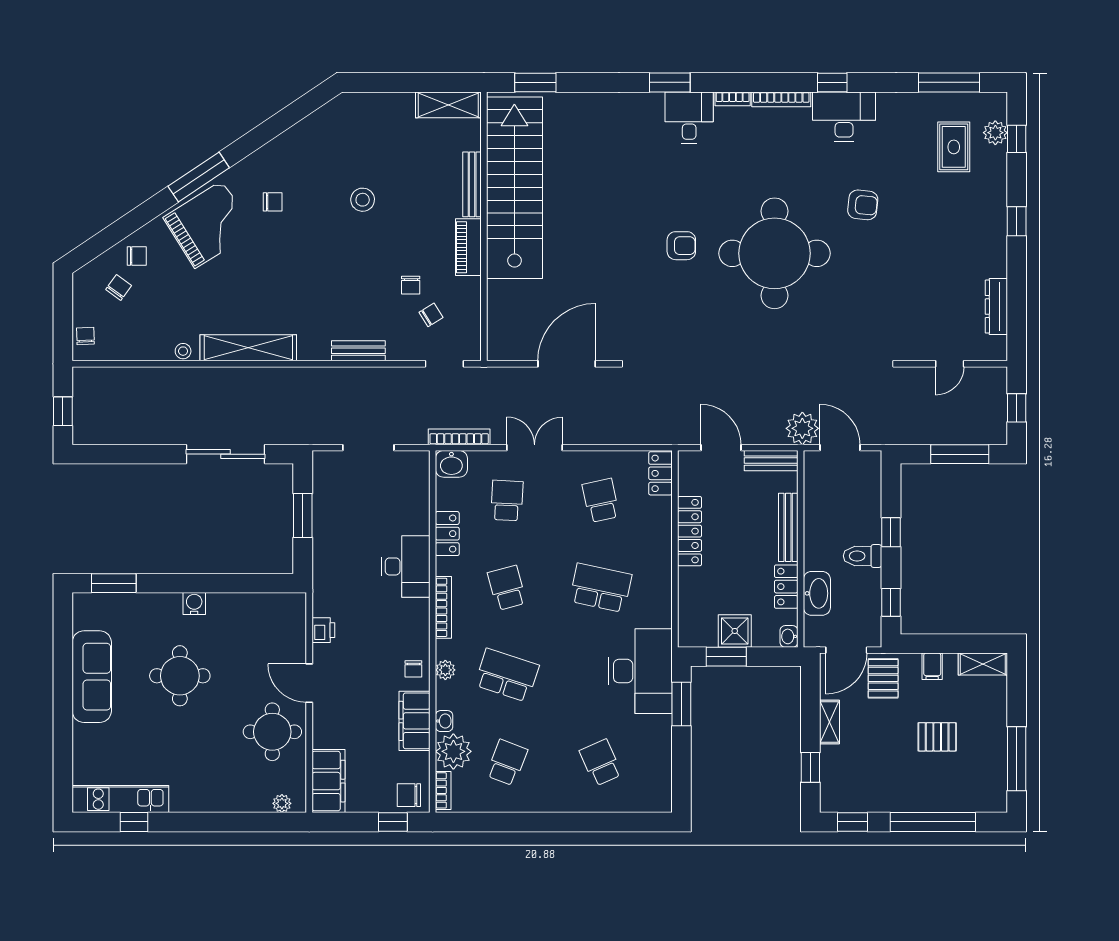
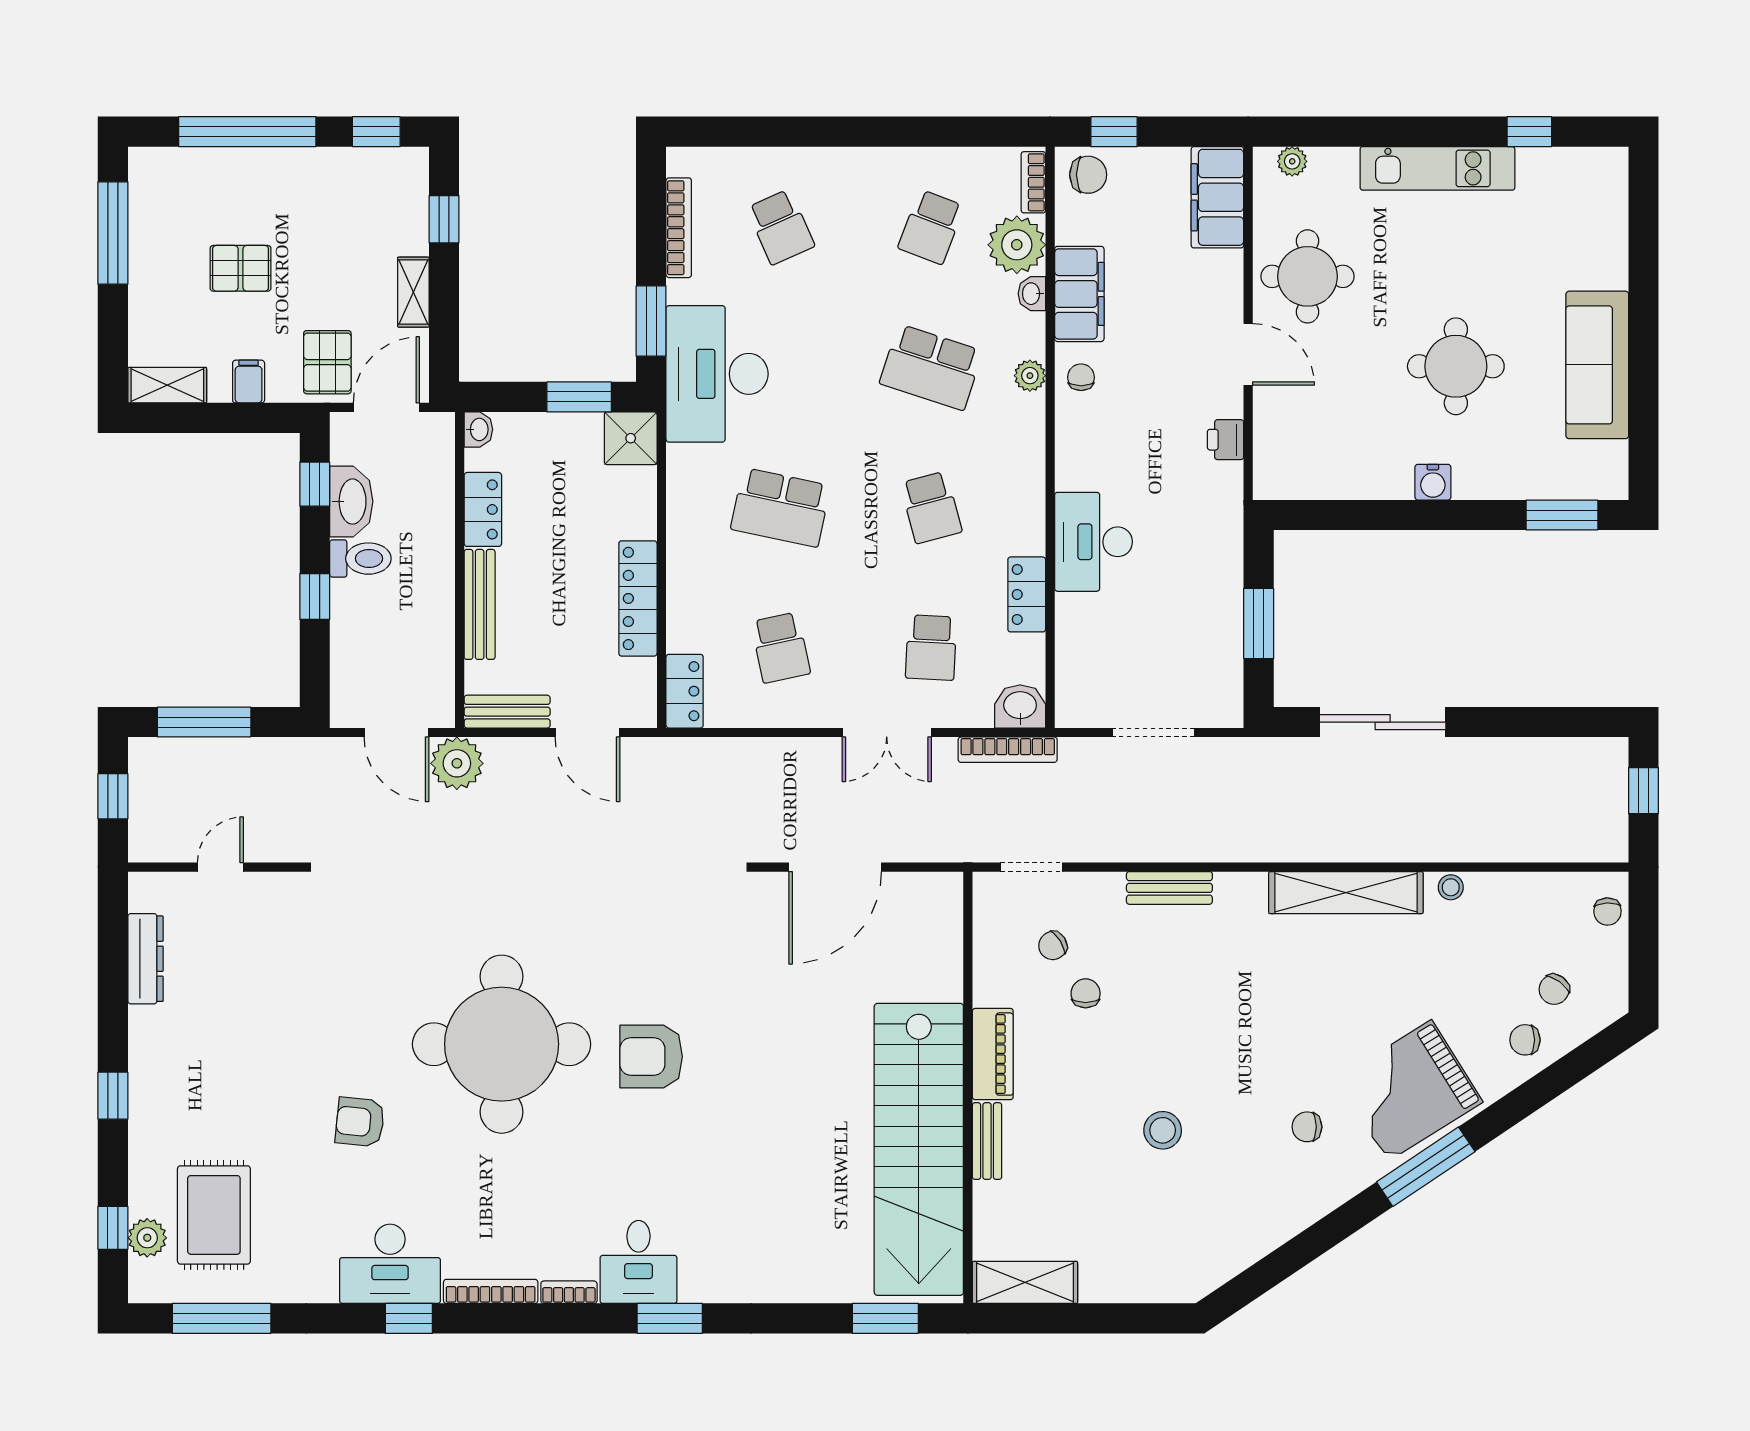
rug: (954, 147) -> (214, 1215), width x1.36, depth x1.43
bench: (472, 184) -> (987, 1141), width x0.73
armchair: (681, 246) -> (651, 1057), width x1.38, depth x1.38
washbasin: (817, 593) -> (351, 502), moved, turned 180
bookcase: (443, 607) -> (679, 228), moved, turned 180
shower: (735, 631) -> (631, 438), moved
kitchen unit: (120, 799) -> (1437, 168), moved

